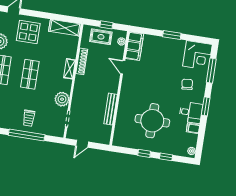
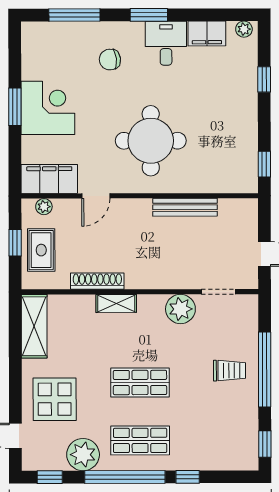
corner desk: (197, 55) -> (48, 108), moved
round table: (152, 121) -> (151, 141), moved
filing cabinet: (193, 128) -> (207, 33), width x2.00
window: (144, 153) -> (264, 164), moved

